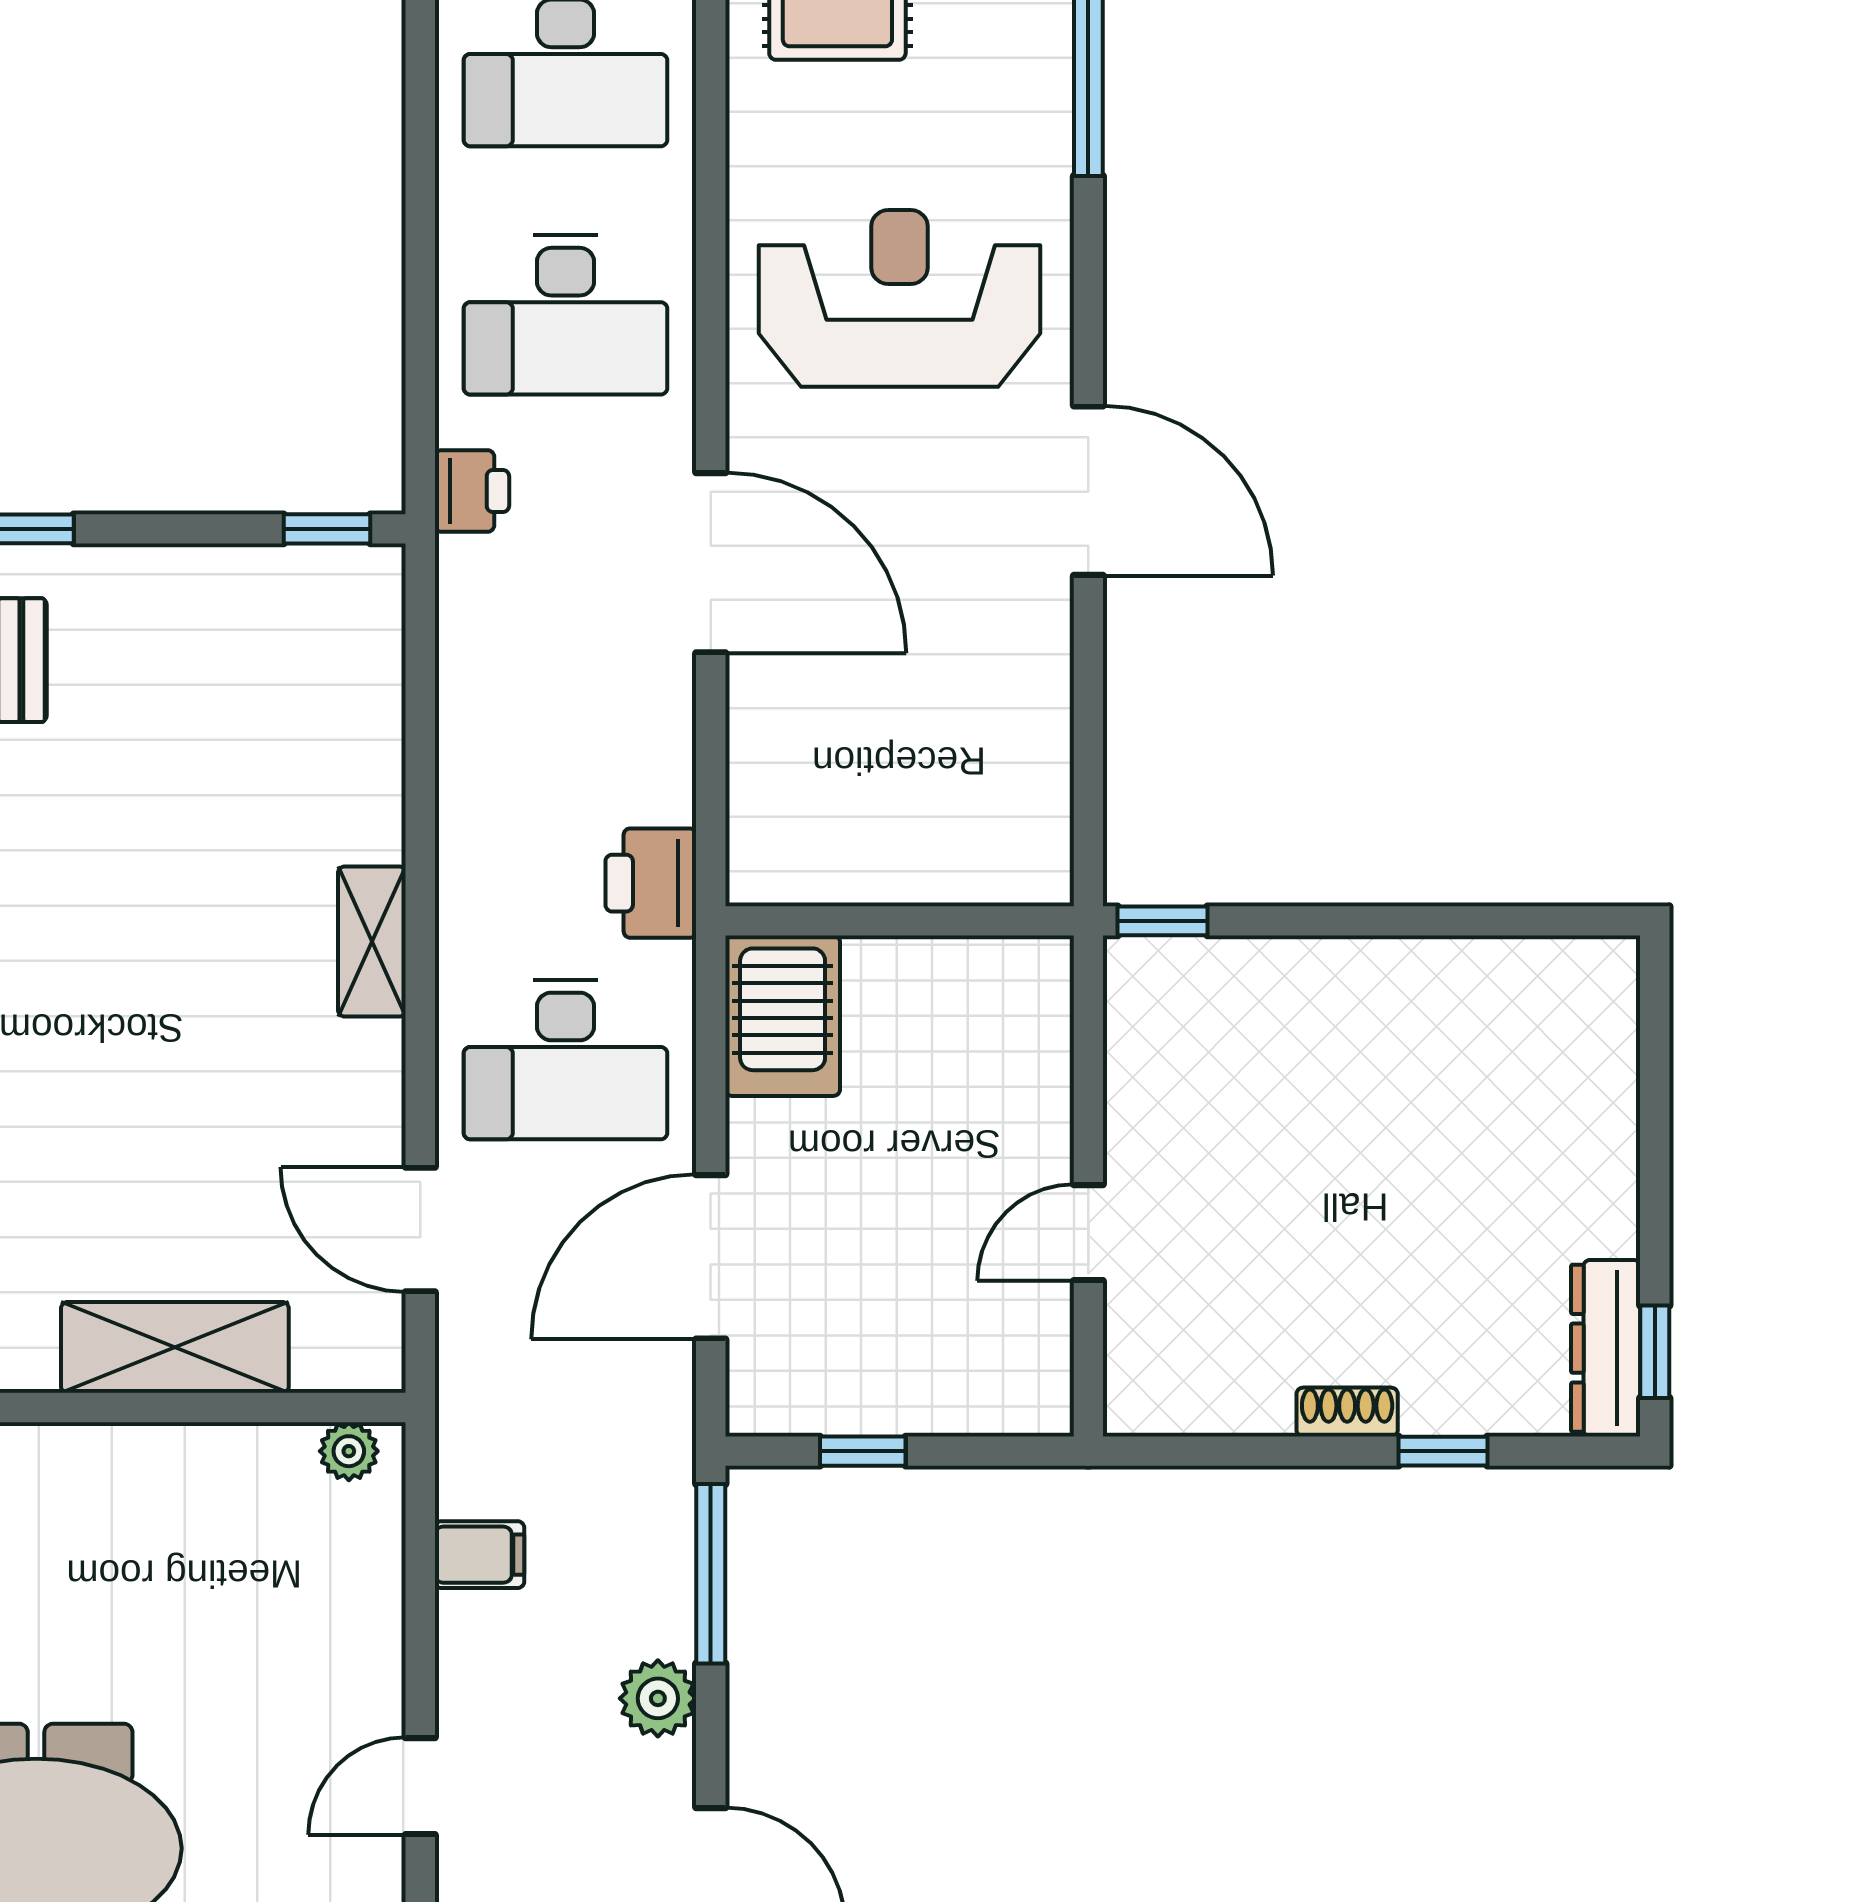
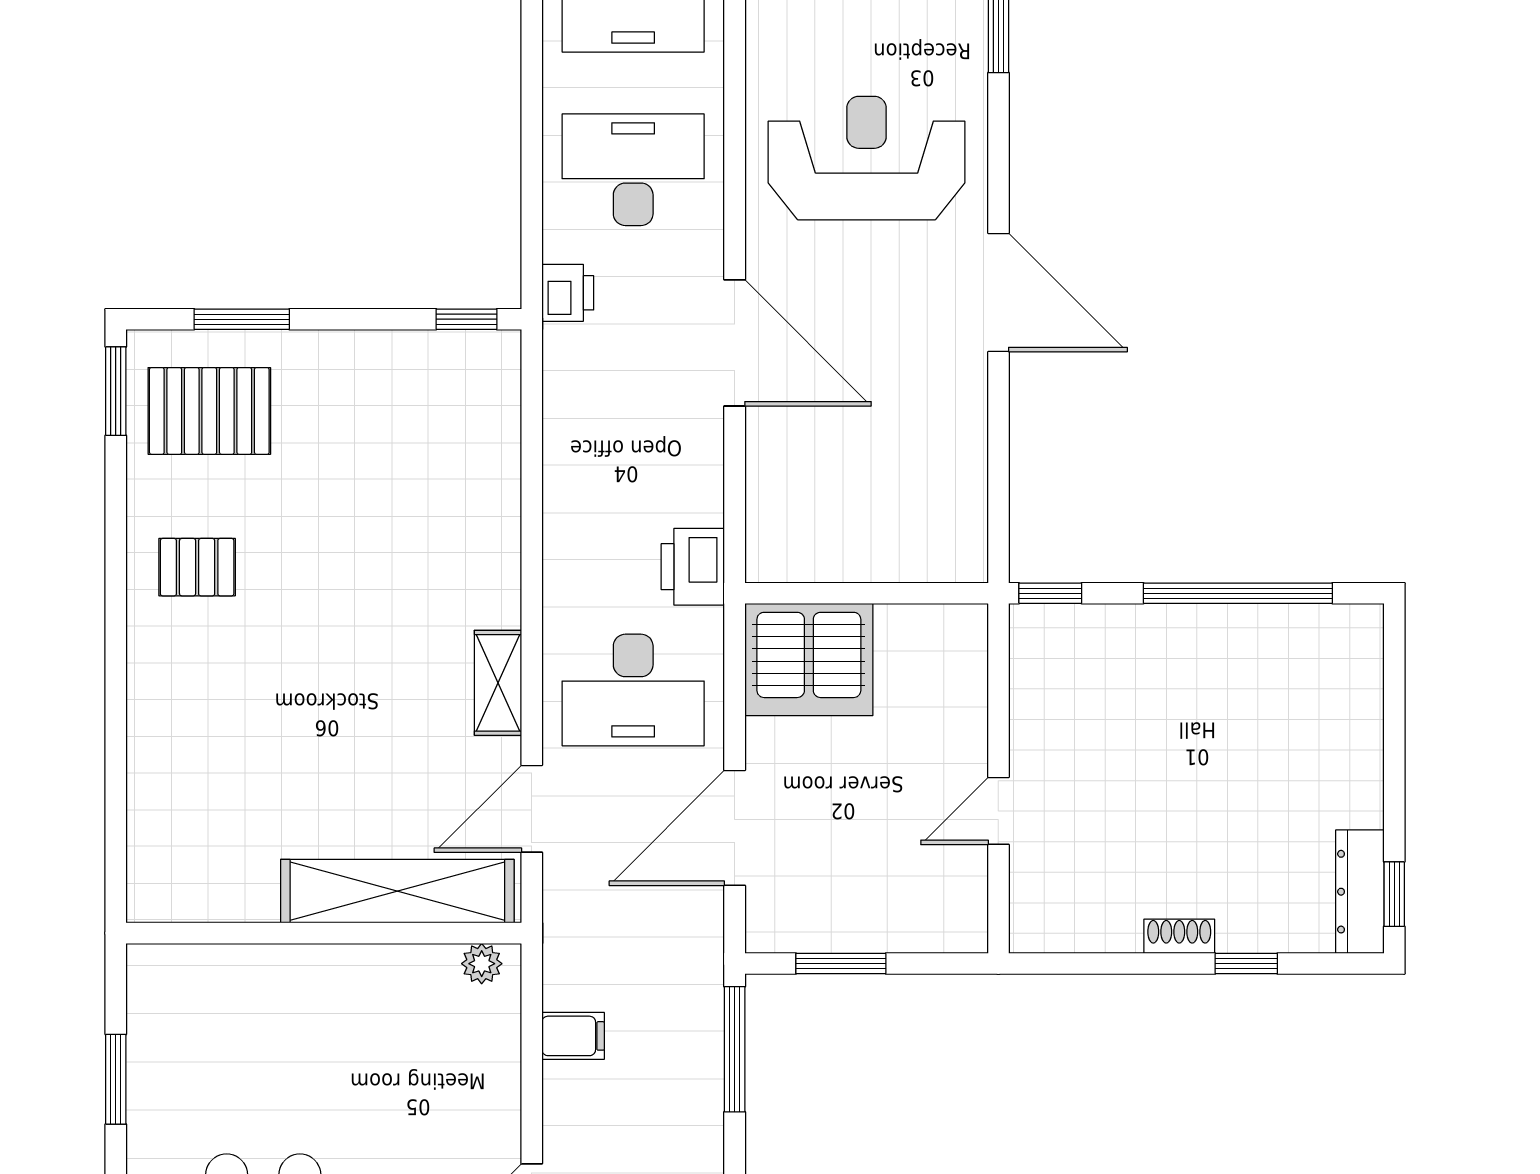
desk: (565, 315) -> (633, 170), turned 180
window: (1431, 921) -> (1238, 593), added
shelving: (372, 941) -> (498, 683), moved
server rack: (783, 1016) -> (809, 659), width x1.60
door: (420, 1230) -> (532, 809), hinge flipped
shelving: (175, 1347) -> (397, 891), width x1.47
window: (863, 1451) -> (841, 964), width x1.50
plant: (658, 1698) -> (698, 1136), removed

